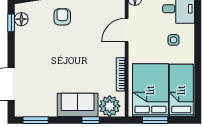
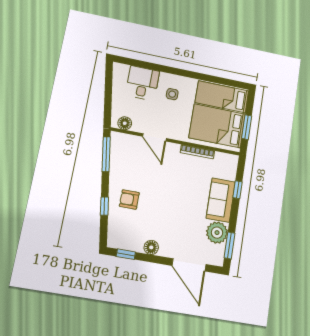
floor lamp: (21, 19) -> (151, 247), moved
plant: (110, 106) -> (217, 233), moved

